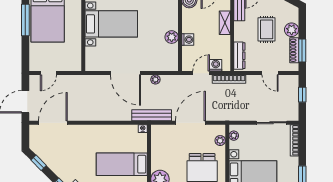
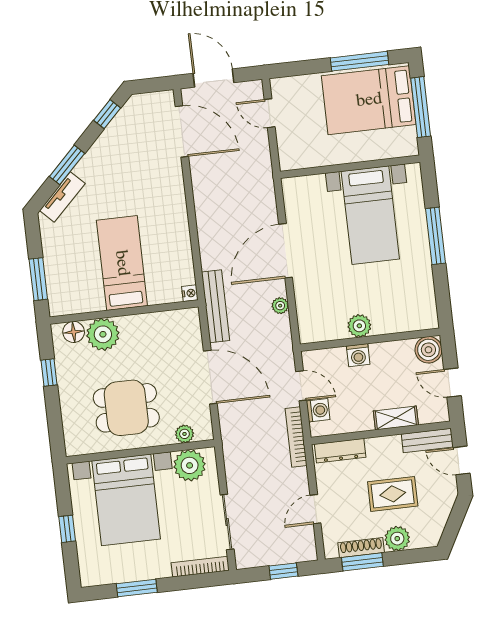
plant: (234, 136) -> (190, 465), width x1.87, depth x1.87

